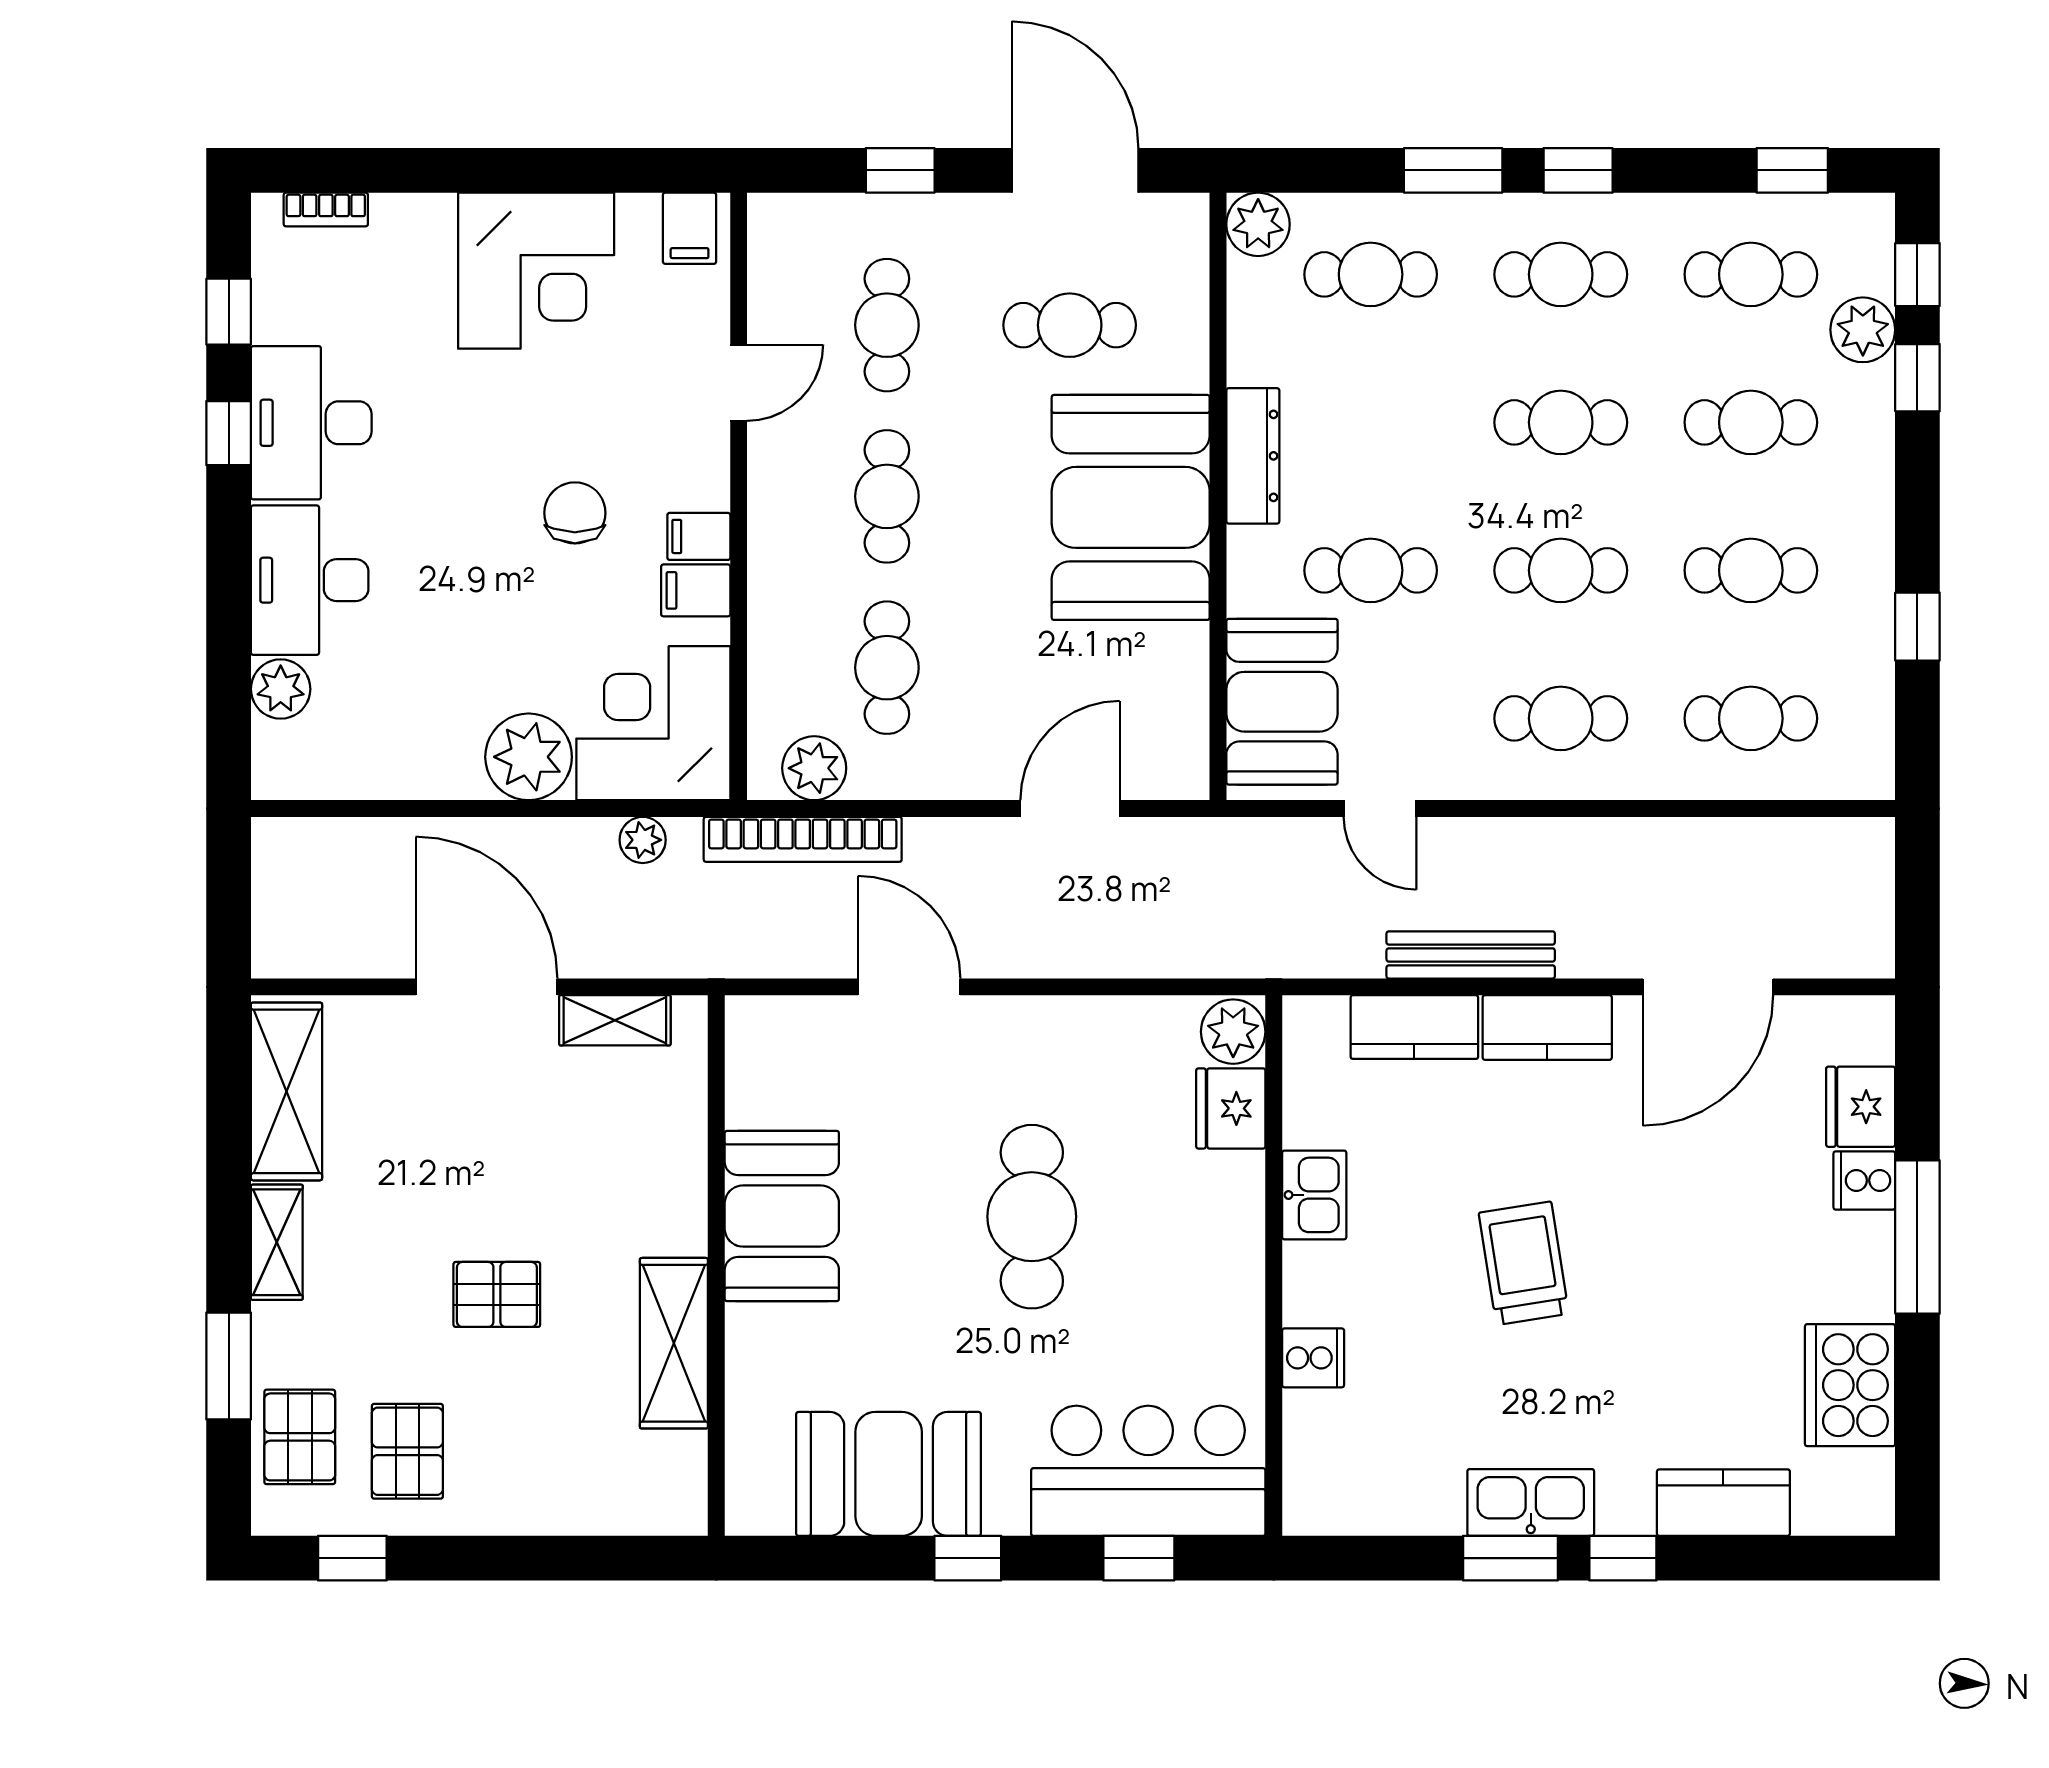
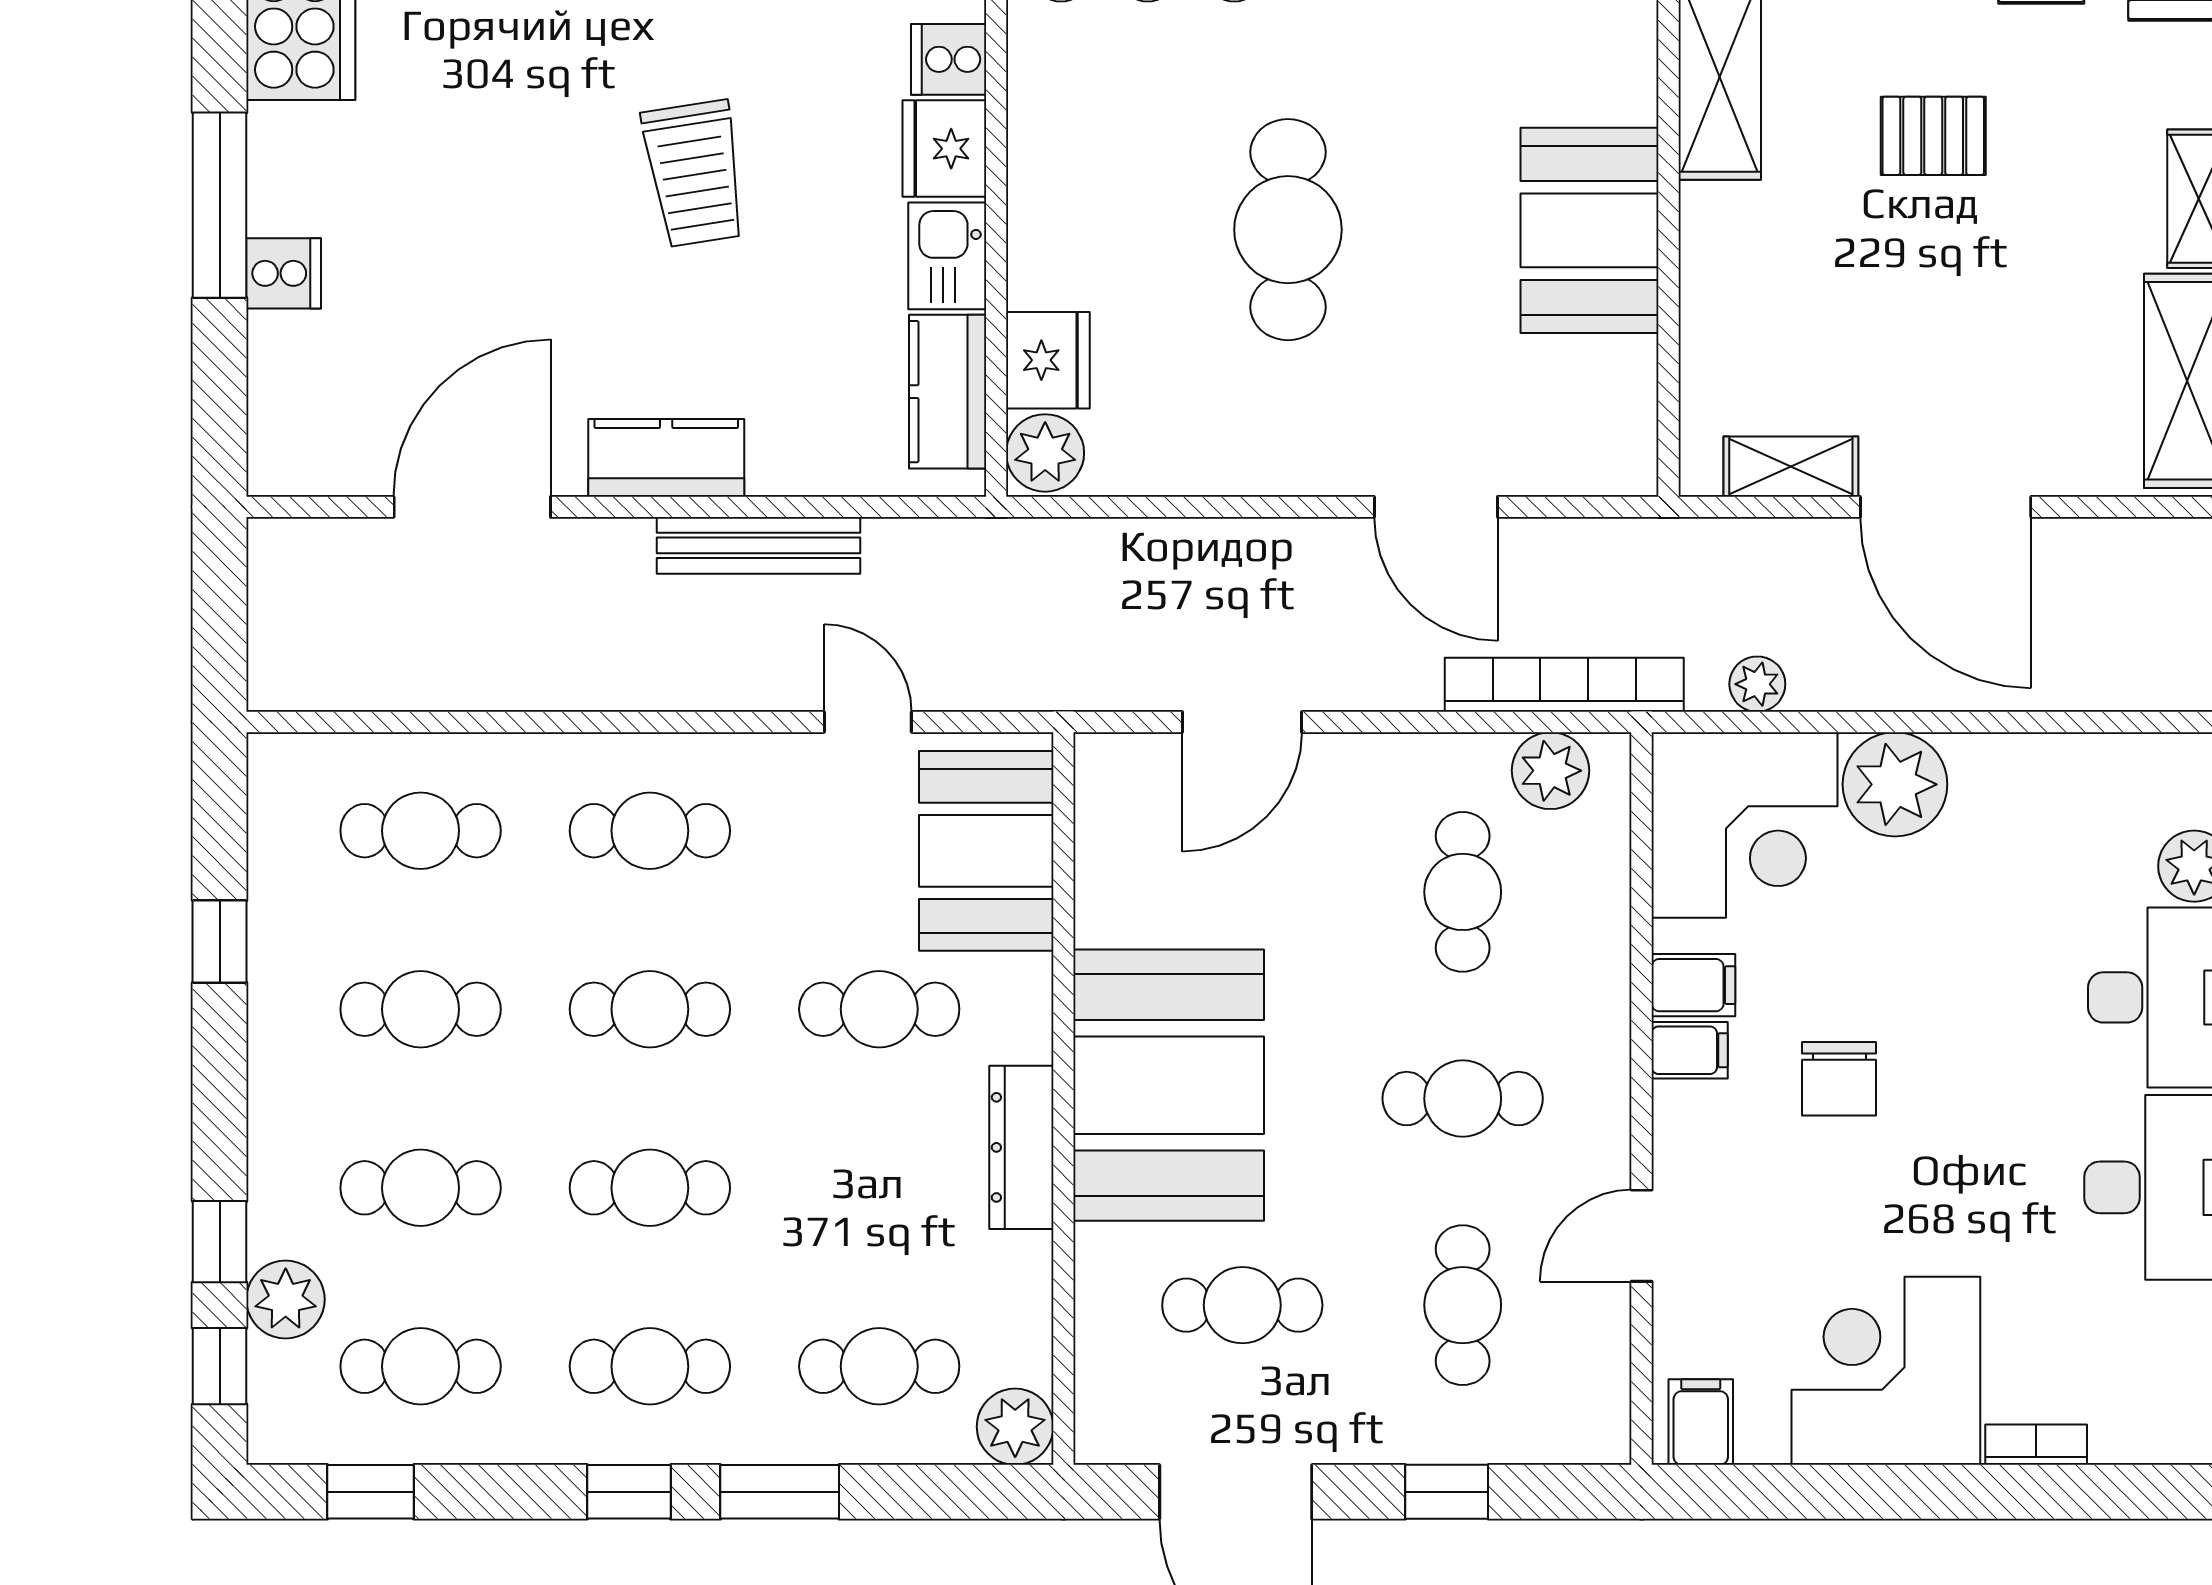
bookcase: (326, 209) -> (2036, 1445), moved
cafe table: (887, 496) -> (1463, 1099), turned 90
kitchen counter: (1414, 1027) -> (948, 392), moved, turned -90
fridge: (1861, 1107) -> (944, 149), moved, turned 180

